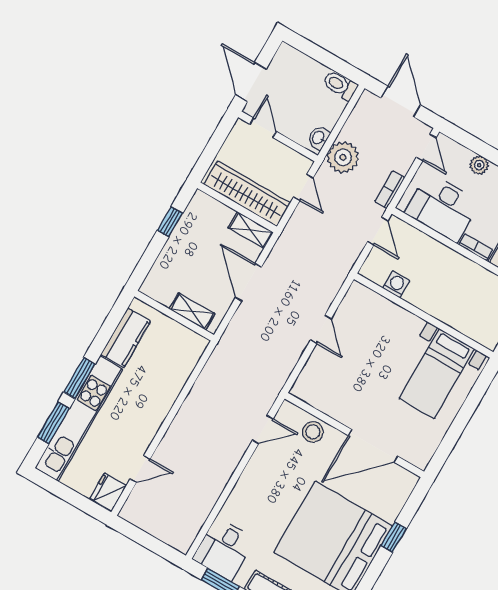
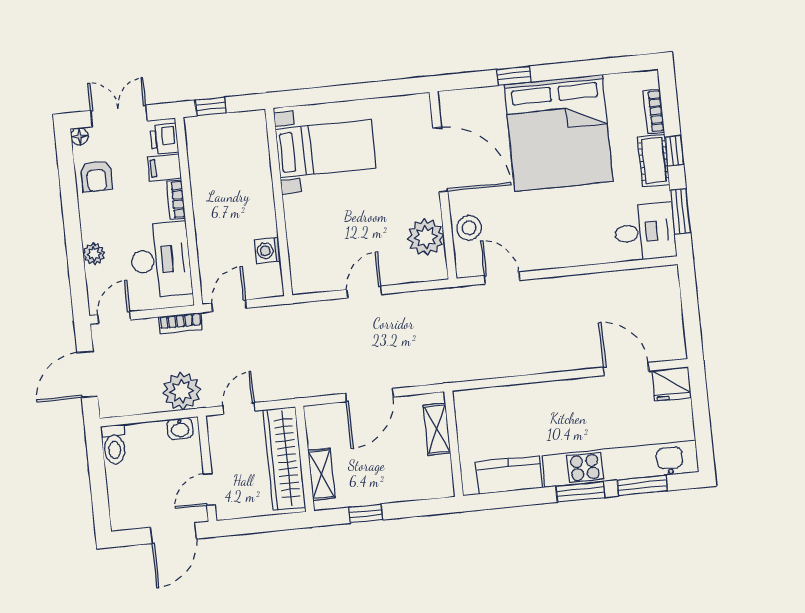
shelving: (251, 230) -> (321, 474), moved
plant: (328, 398) -> (426, 237), added
door: (140, 469) -> (626, 369), width x1.38

